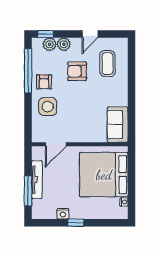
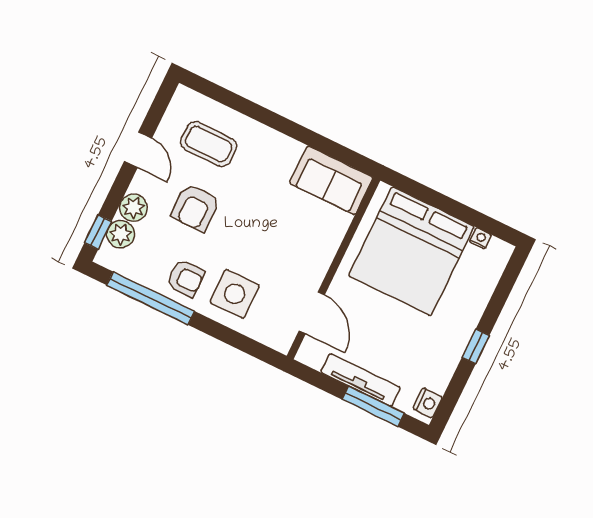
nightstand: (63, 214) -> (428, 403), moved

